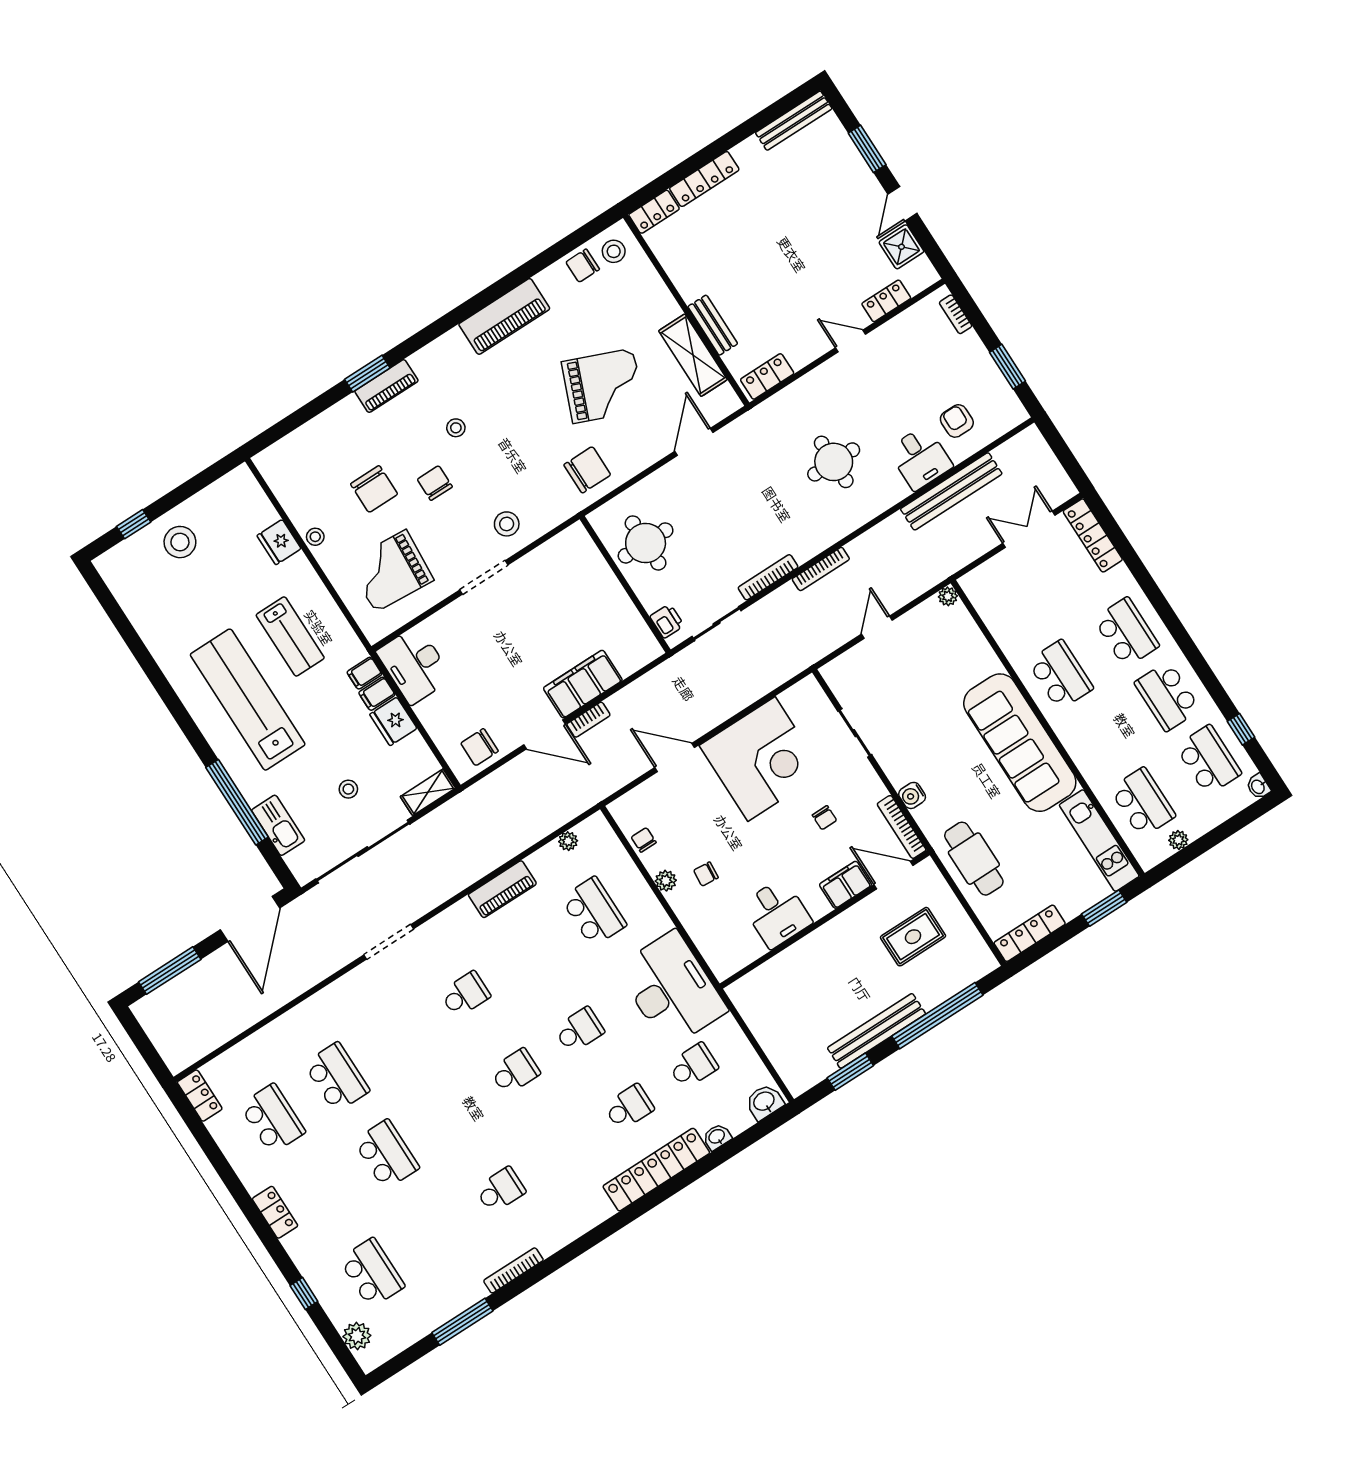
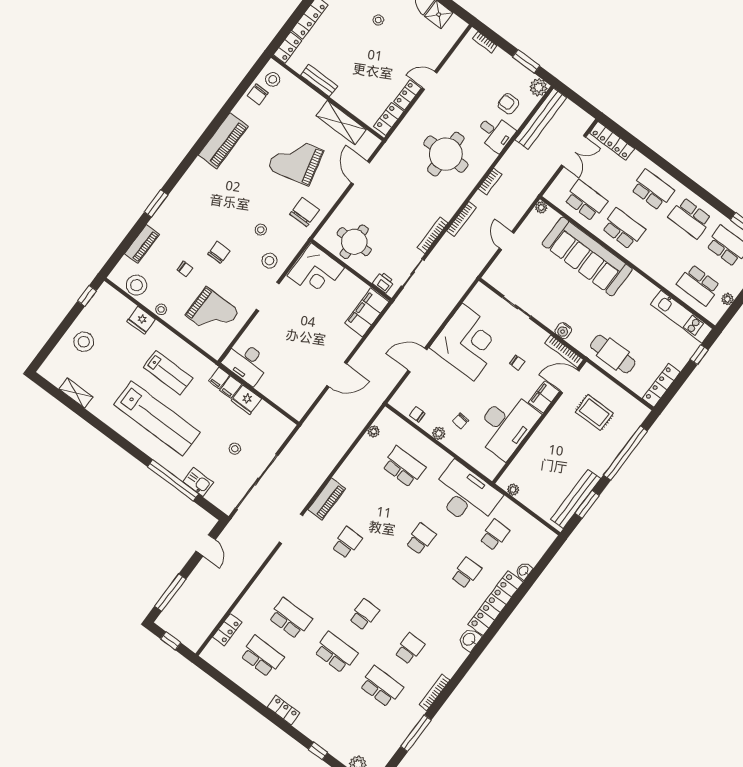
stool: (807, 221) -> (378, 20), added
locker: (886, 301) -> (407, 95), moved
bench: (713, 325) -> (319, 81), moved
piano: (386, 386) -> (142, 244), moved
grand piano: (603, 386) -> (296, 160), turned -126
plant: (1011, 413) -> (538, 87), added
stool: (456, 428) -> (261, 230), moved
round table: (834, 462) -> (446, 154), width x1.36, depth x1.36
chair: (435, 483) -> (219, 252), turned 90
stool: (292, 486) -> (136, 285), added
chair: (374, 489) -> (185, 269), width x0.54, depth x0.54
bench: (951, 491) -> (541, 119), moved
window: (134, 524) -> (87, 296), moved
double door: (1029, 529) -> (574, 151), swing flipped
corner desk: (570, 567) -> (316, 272), added
grand piano: (391, 571) -> (212, 313), turned -94
school desk: (1019, 611) -> (586, 201), added
filing cabinet: (583, 684) -> (367, 312), moved
lab bench: (248, 700) -> (157, 418), turned 180
bookcase: (588, 720) -> (490, 182), moved
sofa: (1020, 743) -> (587, 256), moved
chair: (479, 747) -> (302, 396), removed
shelving: (428, 792) -> (76, 393), moved, turned 90
school desk: (1143, 802) -> (699, 285), turned 180
kitchen sink: (278, 825) -> (198, 482), width x0.73
piano: (502, 889) -> (327, 499), moved
window: (1104, 908) -> (699, 355), width x0.67
desk: (777, 913) -> (506, 425), width x1.87, depth x1.30
door: (250, 919) -> (206, 545), width x0.53
rug: (913, 937) -> (594, 412), turned 90
plant: (747, 1008) -> (513, 490), added
bench: (876, 1031) -> (576, 499), moved
window: (143, 1044) -> (171, 641), added
school desk: (515, 1072) -> (364, 615), moved
locker: (200, 1096) -> (227, 630), moved, turned 90
washbasin: (764, 1102) -> (469, 640), moved
school desk: (372, 1273) -> (381, 686), moved

